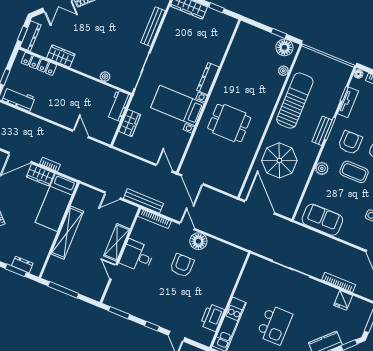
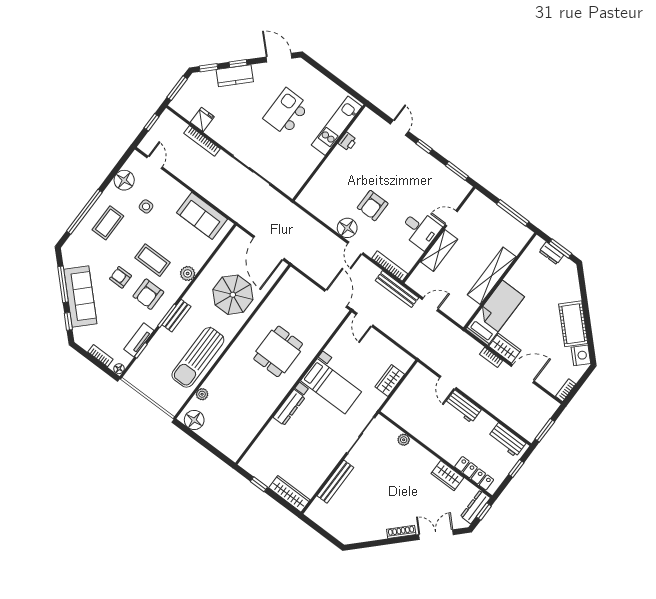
window: (279, 33) -> (196, 437), removed
workbench: (118, 106) -> (463, 406), moved, turned 90
dining table: (229, 123) -> (278, 351), turned 90
door: (114, 272) -> (451, 218), swing flipped
printer: (212, 317) -> (348, 142), width x0.53, depth x0.68

